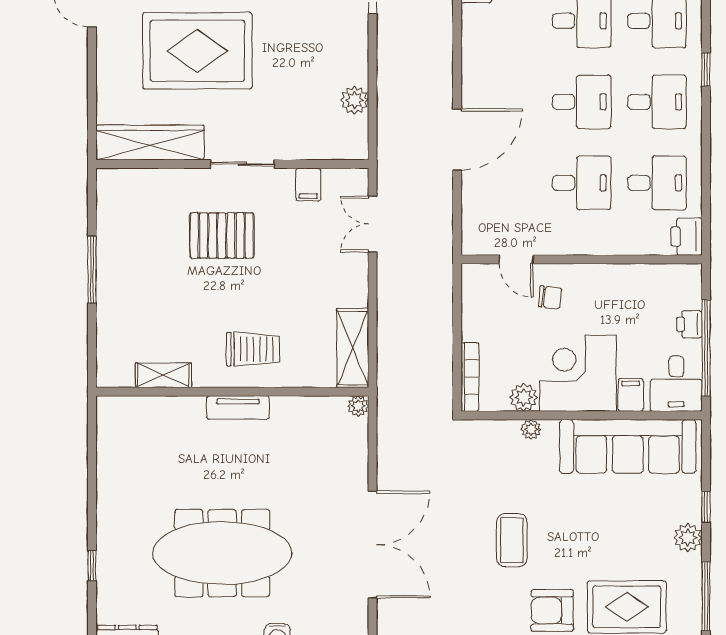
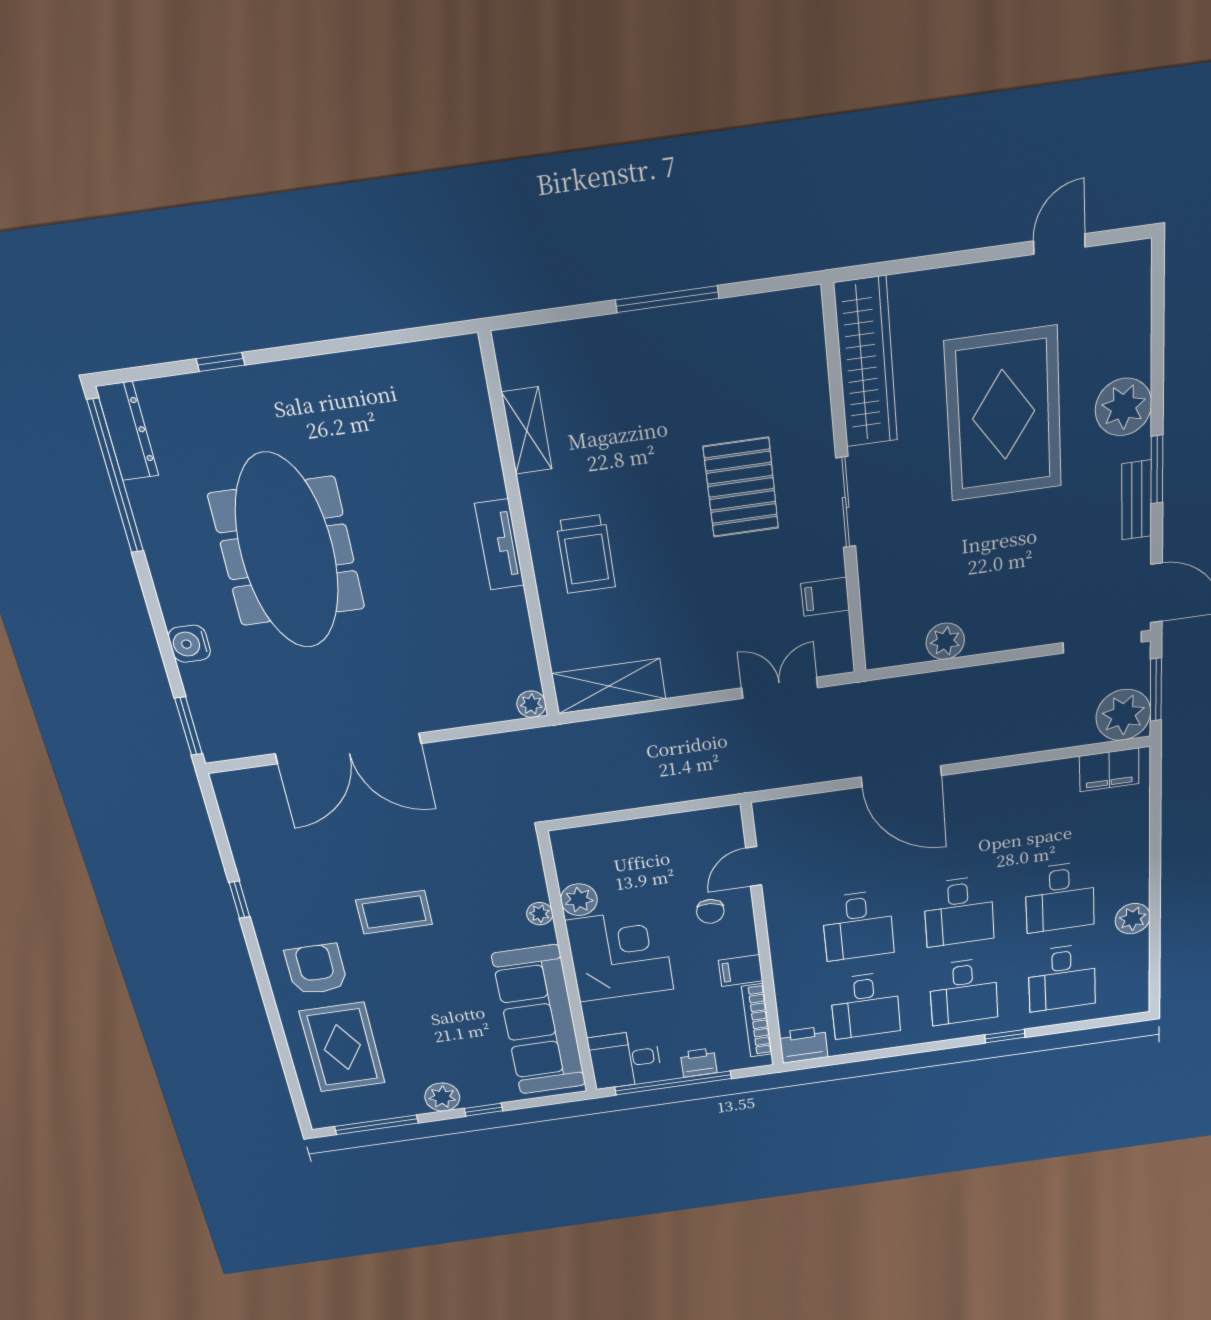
bookcase: (470, 377) -> (757, 1020), moved, turned 90
filing cabinet: (631, 395) -> (741, 971), moved, turned 180

